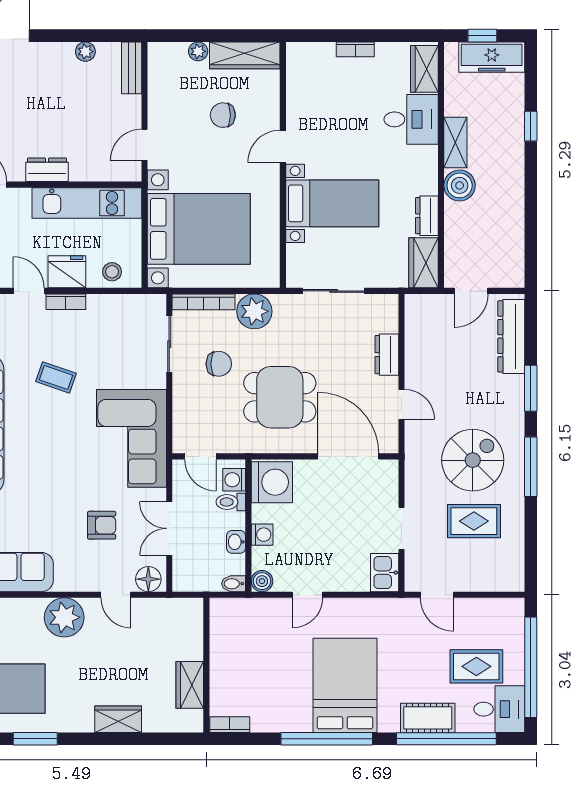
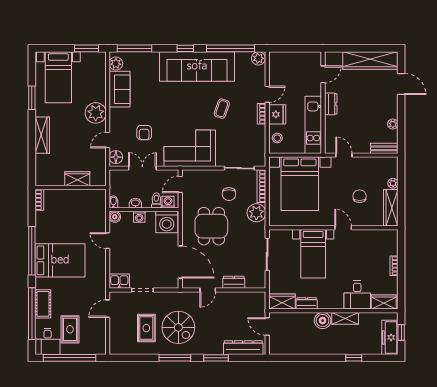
door: (348, 456) -> (180, 262), hinge flipped
wardrobe: (190, 685) -> (77, 179), moved
wardrobe: (118, 719) -> (42, 135), width x1.50

